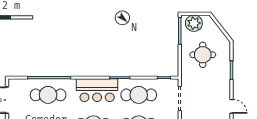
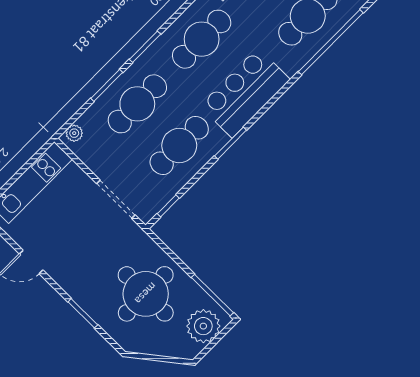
round table: (203, 55) -> (146, 294), width x1.36, depth x1.36

